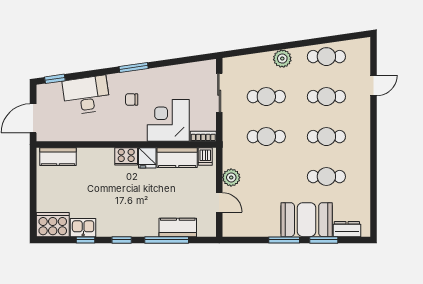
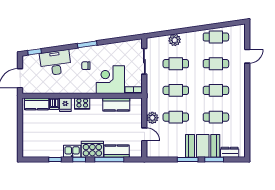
plant: (282, 59) -> (175, 40), moved
dishwasher: (205, 156) -> (54, 104), moved
fridge: (147, 158) -> (65, 105), moved
cafe table: (266, 177) -> (176, 117), added
cooker: (53, 225) -> (92, 149), moved
kitchen sink: (83, 228) -> (72, 151), moved

